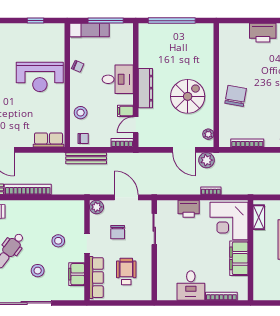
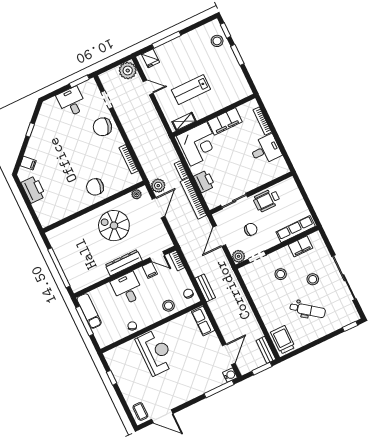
exam couch: (89, 30) -> (89, 311), moved
bench: (86, 158) -> (205, 288), width x0.73
bookcase: (28, 189) -> (193, 198), moved
doorway: (87, 244) -> (257, 257), moved
wheelchair: (126, 271) -> (267, 200), moved

